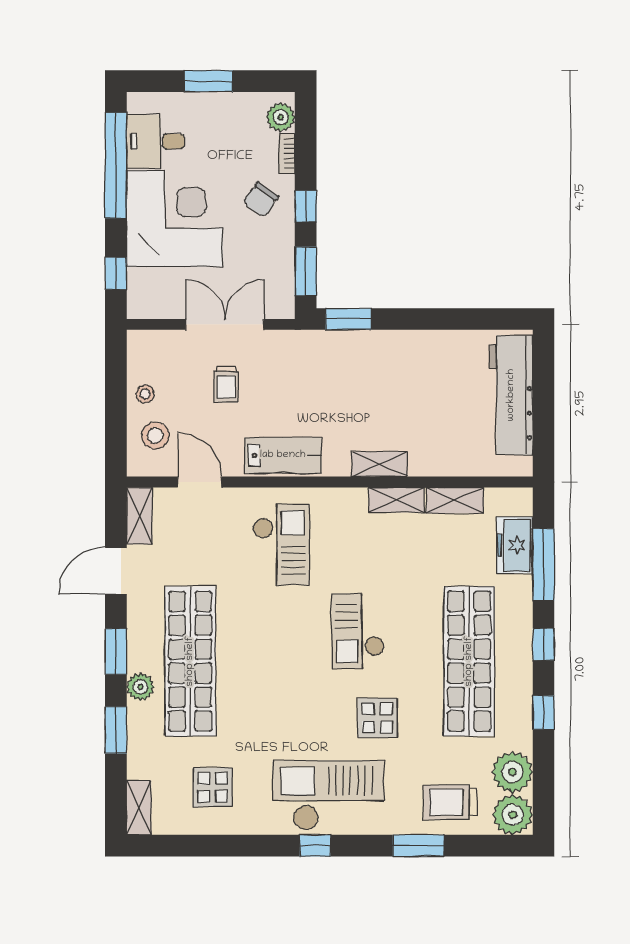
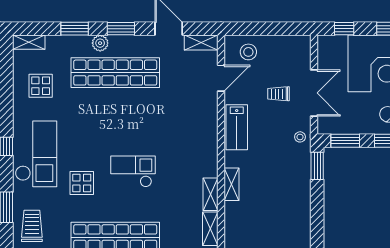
stool: (145, 394) -> (300, 137), moved
checkout: (281, 545) -> (184, 126), removed

